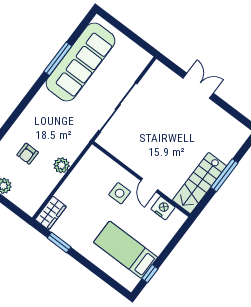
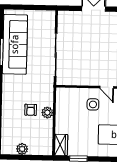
armchair: (28, 154) -> (31, 110), moved

